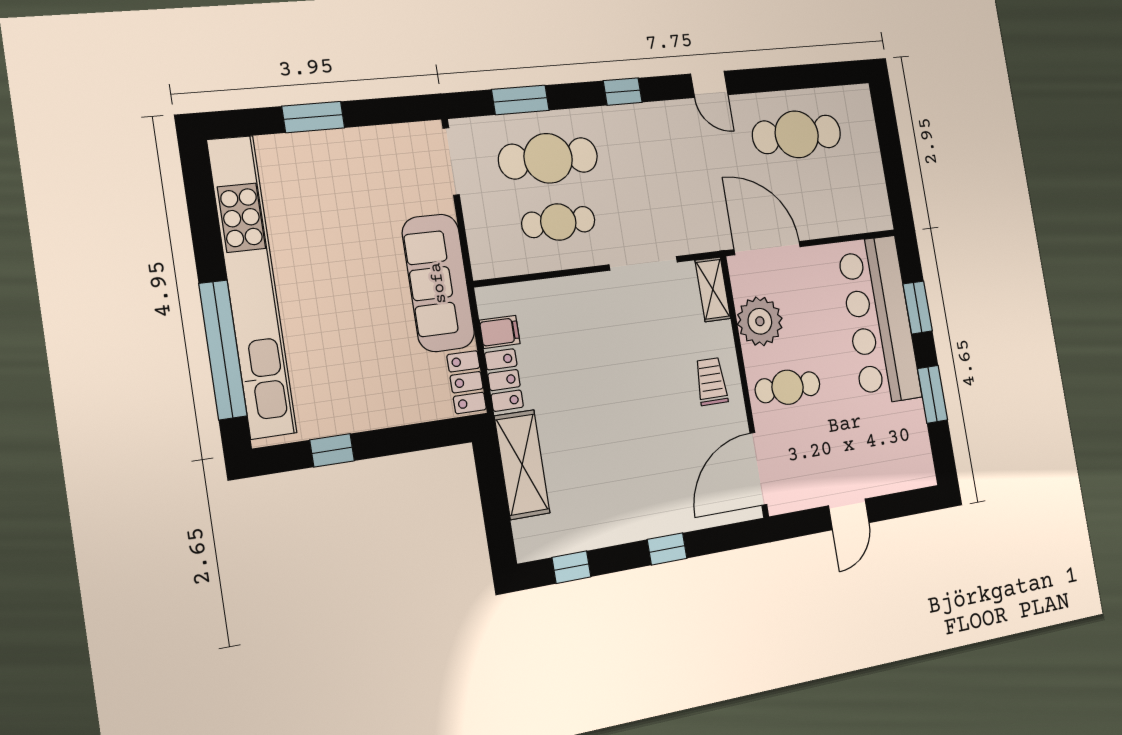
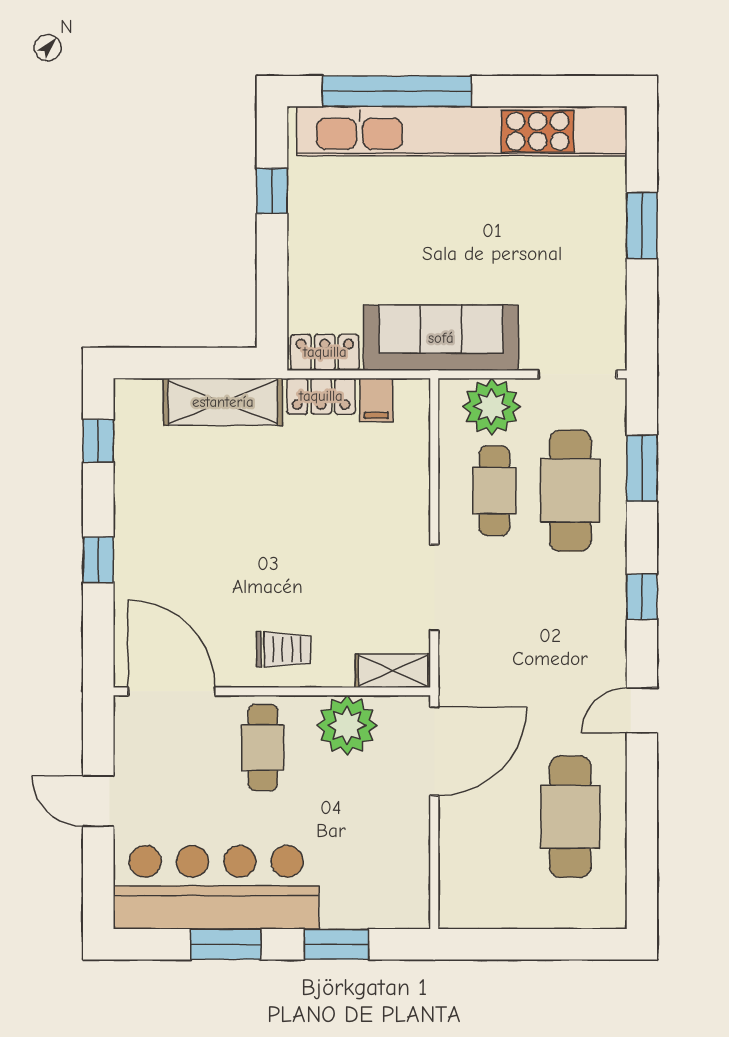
plant: (490, 232) -> (492, 407), added
bar counter: (879, 320) -> (216, 887), moved

